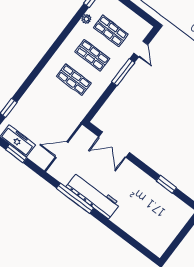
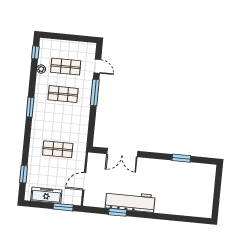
window: (54, 48) -> (30, 107), added
shop shelf: (74, 80) -> (58, 149), moved
window: (16, 154) -> (63, 207), moved
window: (75, 198) -> (118, 212), width x0.47

